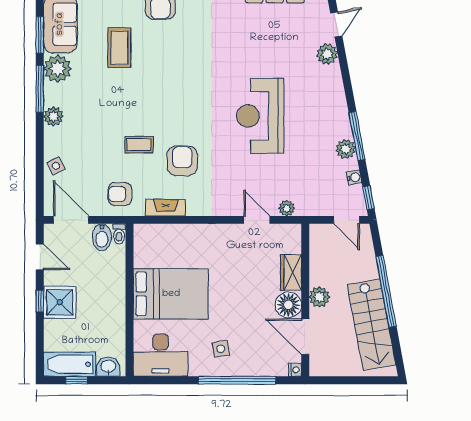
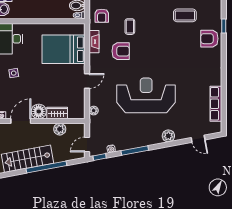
plant: (327, 54) -> (168, 136), moved
reception desk: (260, 116) -> (146, 95), width x1.36, depth x1.30
plant: (346, 149) -> (127, 144), removed
armchair: (120, 194) -> (102, 16), turned 180
door: (257, 220) -> (87, 81), moved
bed: (171, 294) -> (64, 49), moved, turned 90
plant: (319, 297) -> (60, 129), moved

